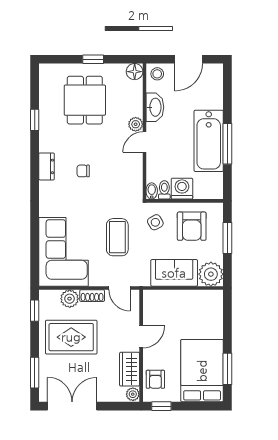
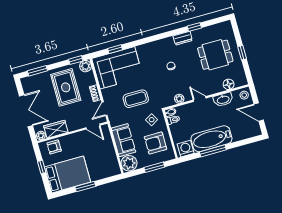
floor lamp: (135, 72) -> (229, 84), moved
plant: (136, 124) -> (179, 99), moved
dresser: (47, 166) -> (183, 38), moved
washing machine: (182, 189) -> (186, 149), moved, turned -90
window: (35, 247) -> (115, 49), added
plant: (70, 299) -> (86, 66), moved
door: (141, 337) -> (93, 127), moved
window: (227, 369) -> (85, 186), moved
double door: (72, 406) -> (26, 111), moved
window: (161, 406) -> (42, 167), moved

